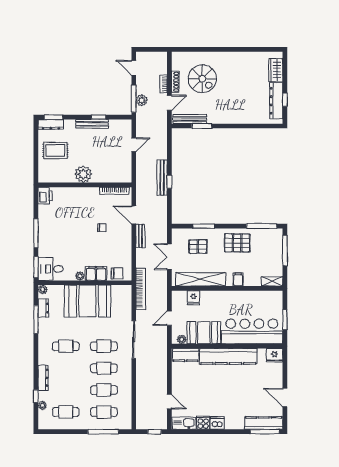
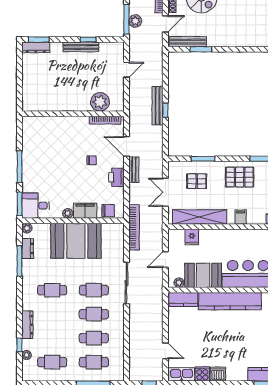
rug: (55, 150) -> (41, 76), removed
plant: (83, 174) -> (100, 102), moved
printer: (45, 196) -> (116, 177), moved, turned 180

